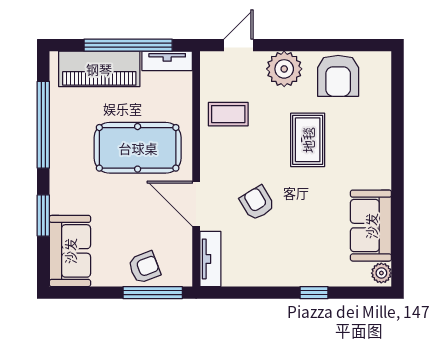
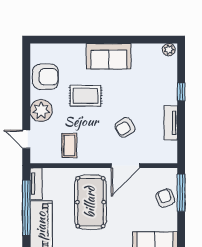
sofa: (371, 226) -> (109, 56), moved
tv unit: (210, 259) -> (171, 123), moved, turned -90

